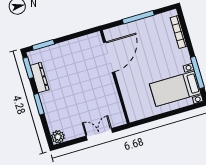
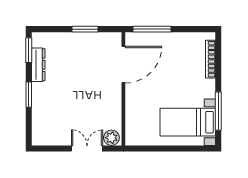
window: (138, 17) -> (152, 29), moved
window: (43, 45) -> (85, 29), moved
plant: (58, 137) -> (111, 138), moved

